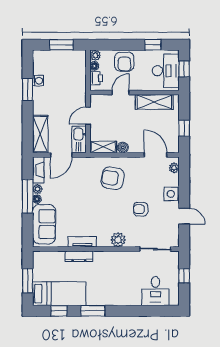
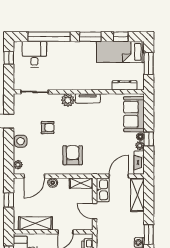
door: (88, 116) -> (95, 211), swing flipped
boiler: (123, 148) -> (53, 183), moved
door: (156, 155) -> (34, 176), hinge flipped
armchair: (113, 178) -> (73, 155), turned -100
window: (28, 196) -> (149, 139), width x0.46
tv unit: (82, 242) -> (88, 98), moved
dresser: (79, 256) -> (124, 85), moved
window: (184, 276) -> (9, 58), moved
window: (139, 311) -> (49, 37), added

